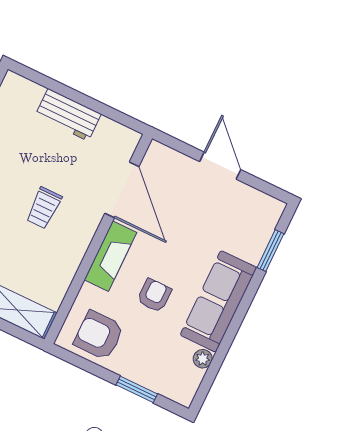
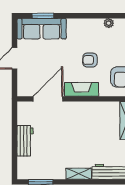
trolley: (44, 208) -> (74, 131), removed
sofa: (218, 301) -> (42, 29), moved

